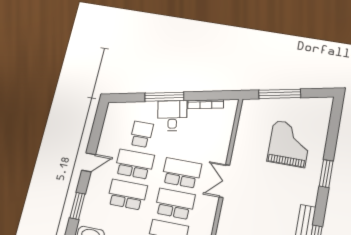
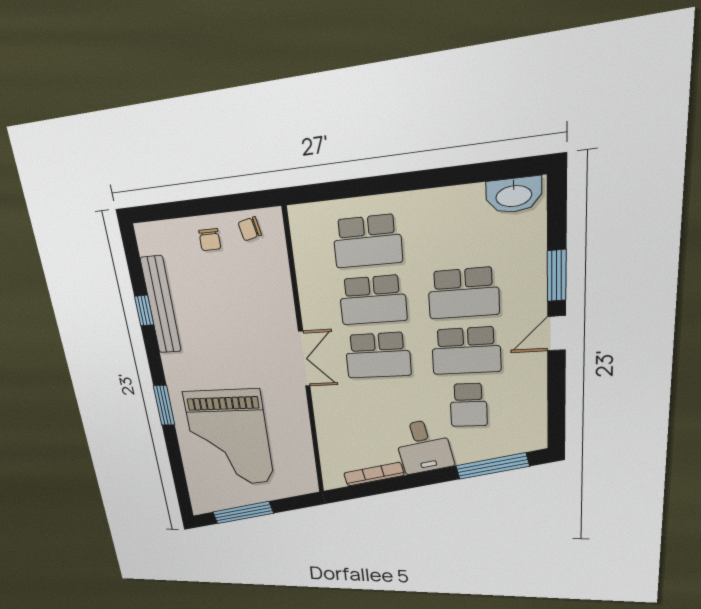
window: (280, 94) -> (243, 513), moved
window: (164, 97) -> (492, 466), moved
grand piano: (289, 144) -> (229, 438), width x1.37, depth x1.48
window: (77, 206) -> (557, 276), moved

